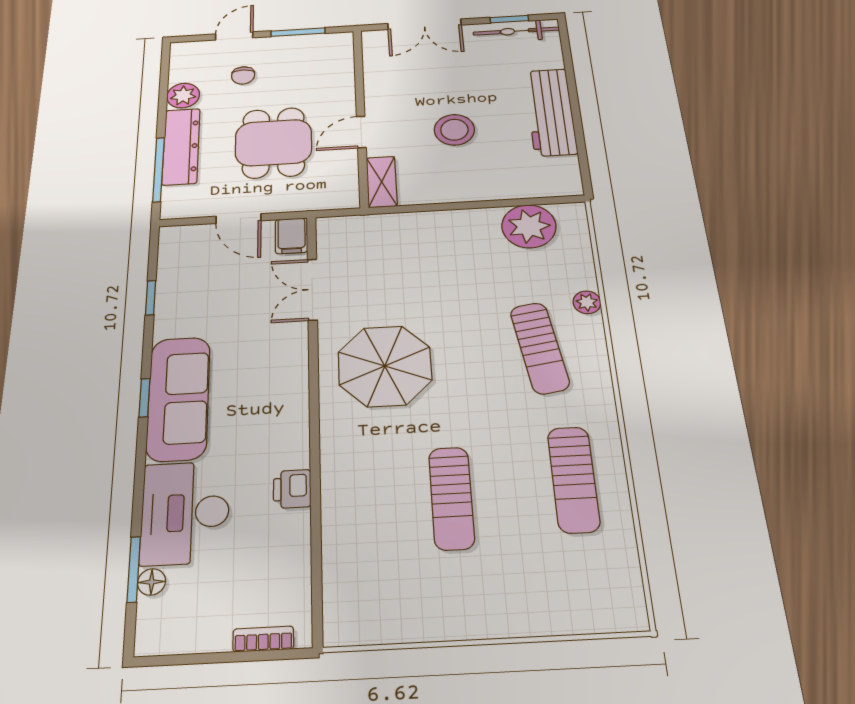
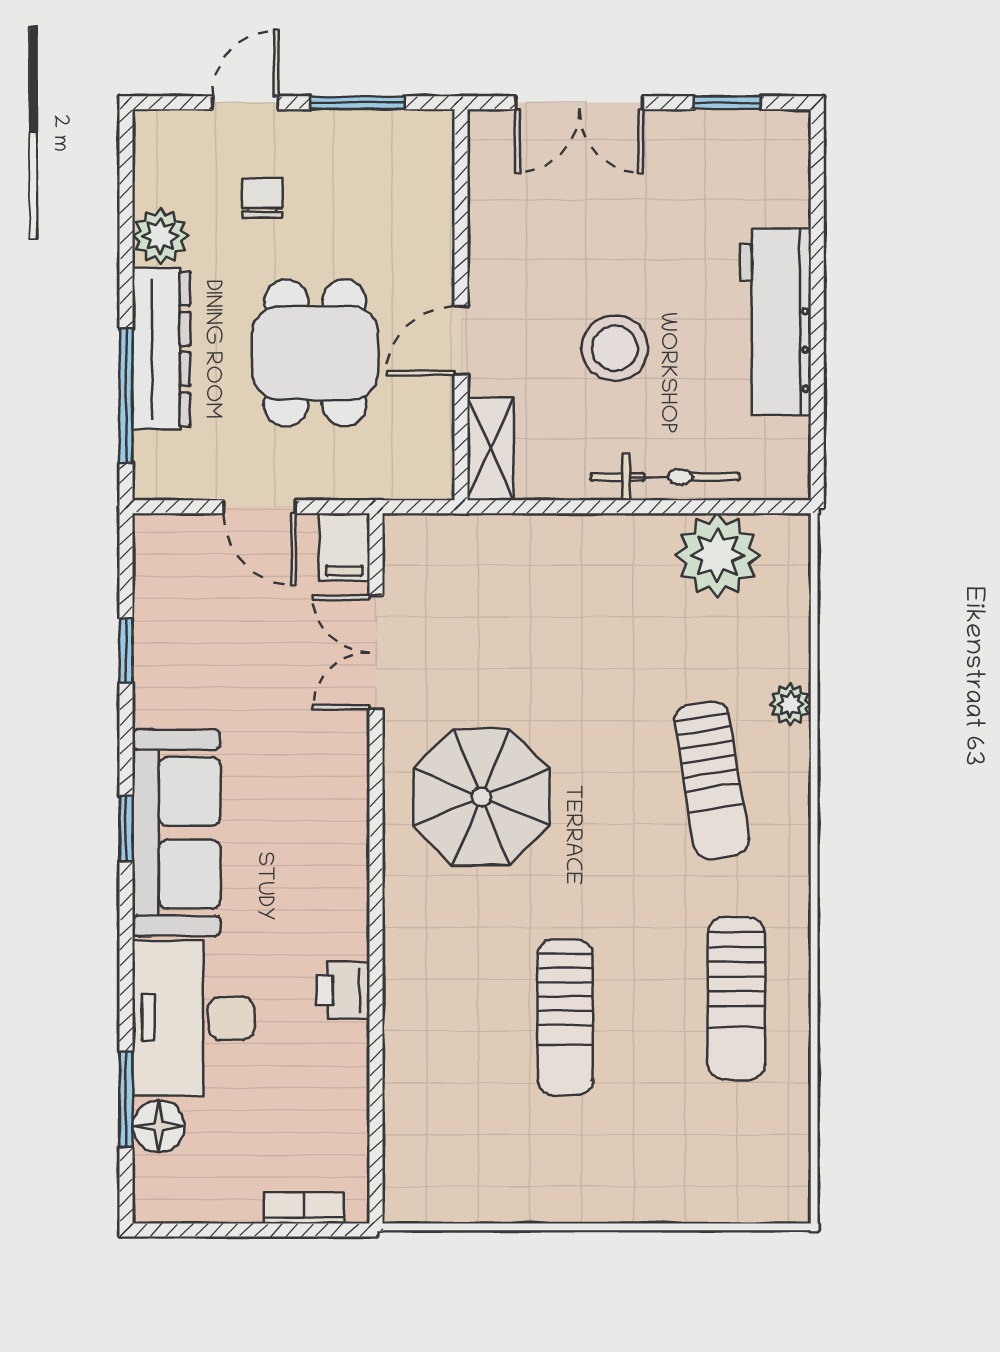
bicycle: (516, 31) -> (665, 477), moved, turned 180
chair: (243, 75) -> (262, 198), turned 180
floor lamp: (152, 582) -> (159, 1126), width x1.37, depth x1.37

